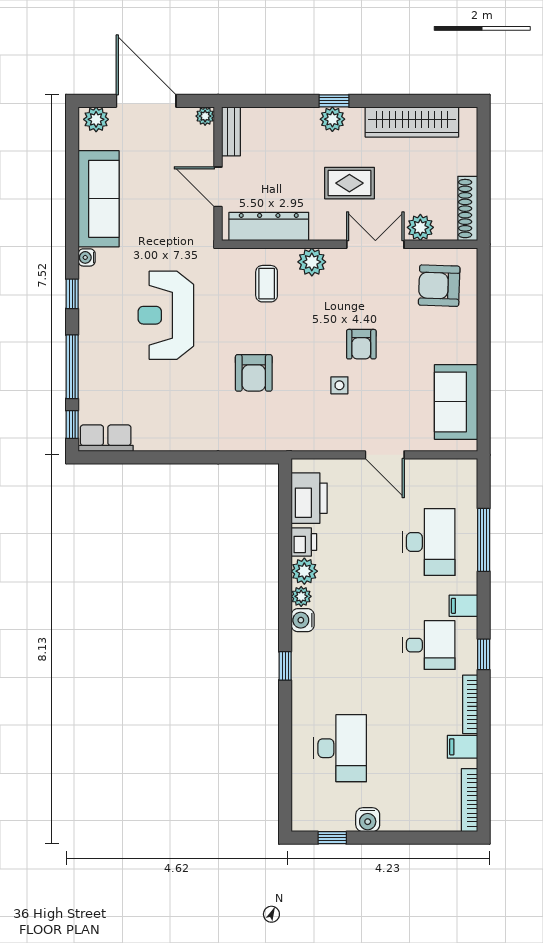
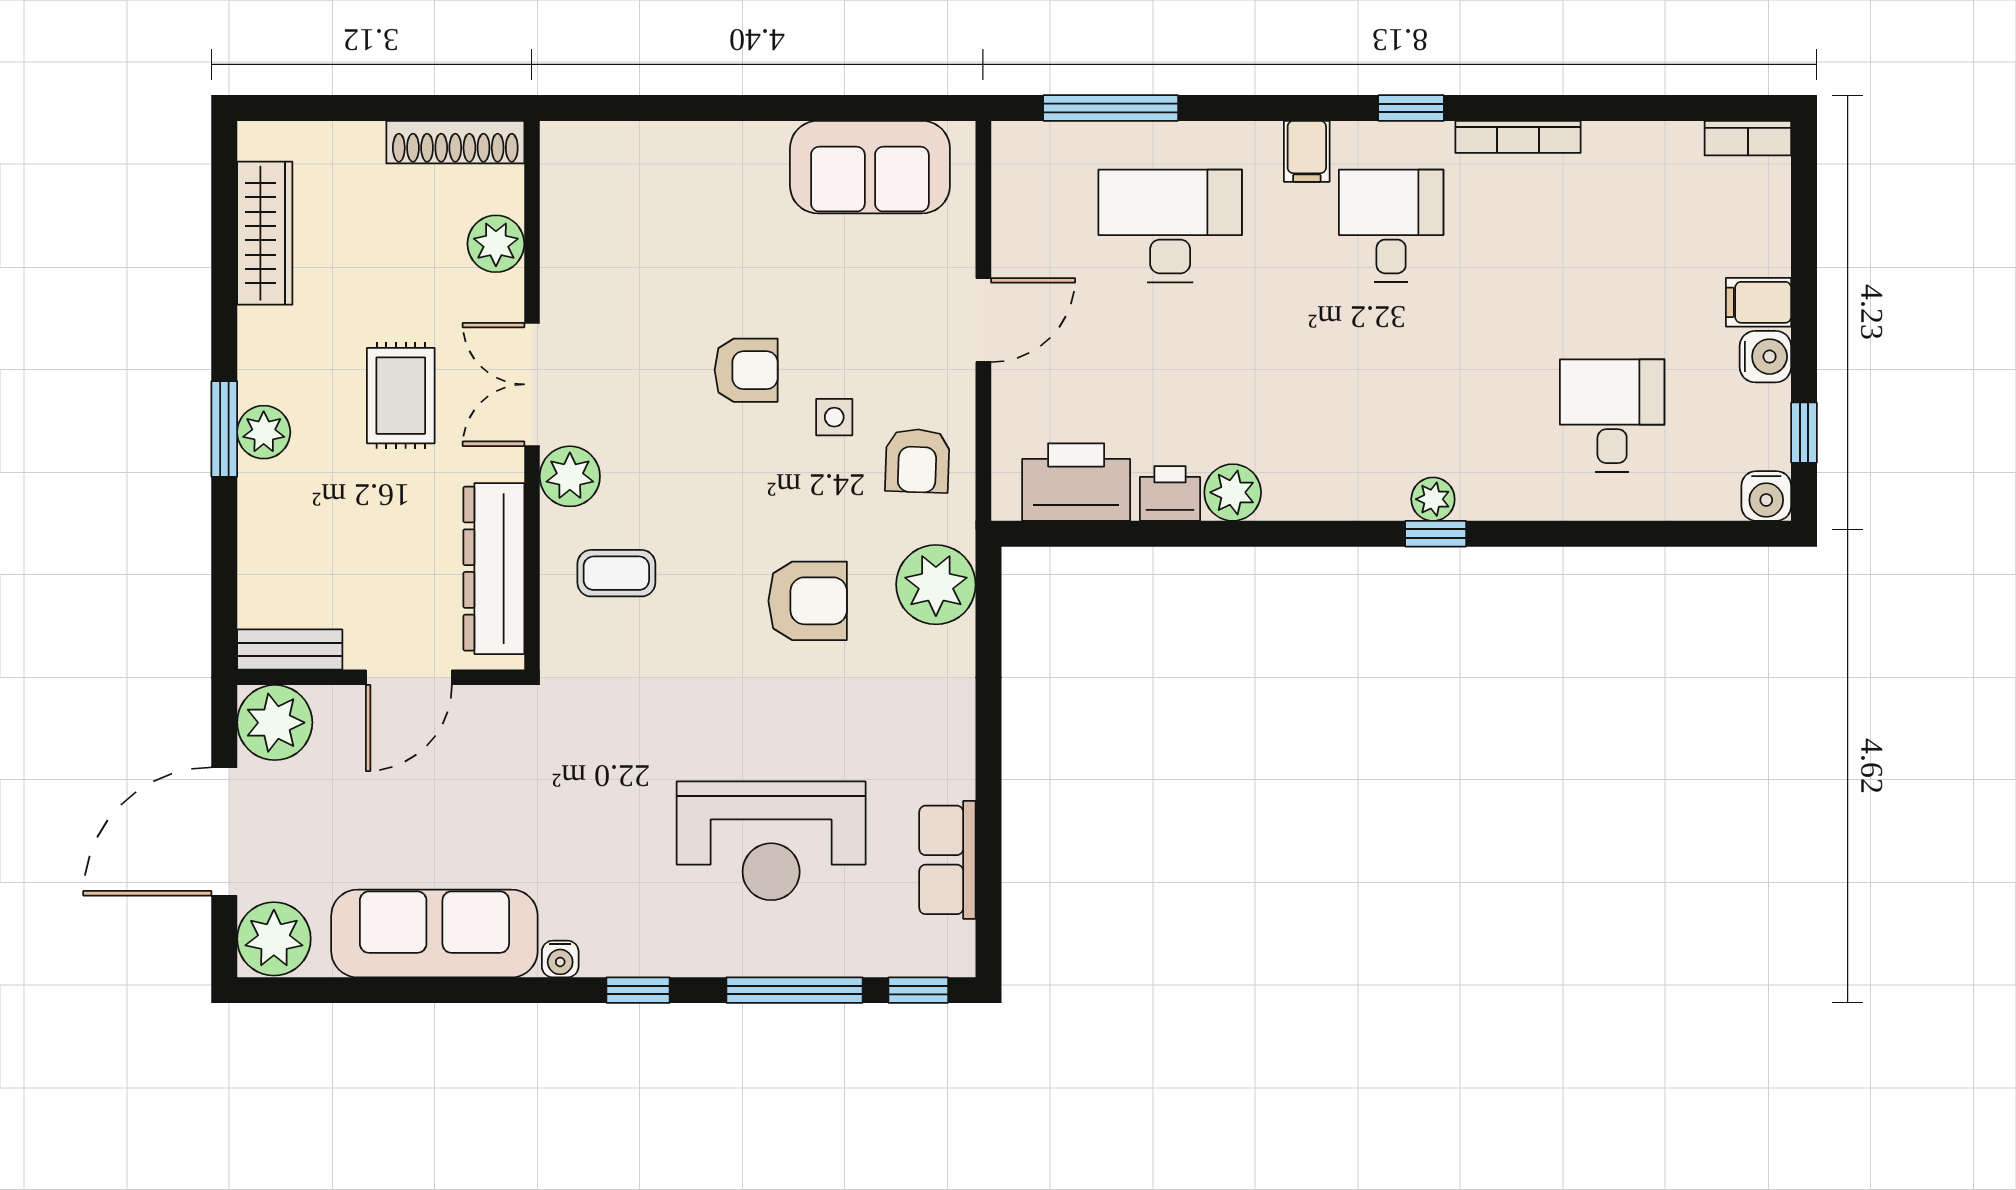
window: (334, 101) -> (224, 429), width x1.50
plant: (205, 116) -> (275, 723), width x1.87, depth x1.87
plant: (96, 119) -> (274, 939), width x1.36, depth x1.36
wardrobe: (412, 122) -> (265, 233), width x0.71, depth x0.85
double door: (375, 244) -> (532, 384), moved
armchair: (439, 286) -> (917, 461), moved, width x0.72, depth x0.72
reception desk: (166, 315) -> (771, 841), moved
plant: (261, 433) -> (936, 585), added
row of seats: (106, 438) -> (947, 860), moved
window: (484, 540) -> (1111, 108), moved
plant: (301, 596) -> (1433, 499), moved
water cooler: (303, 620) -> (1766, 496), moved
filing cabinet: (462, 747) -> (1759, 302), moved, turned 90
desk: (340, 748) -> (1612, 416), width x0.73
bookcase: (470, 800) -> (1748, 138), width x0.64

